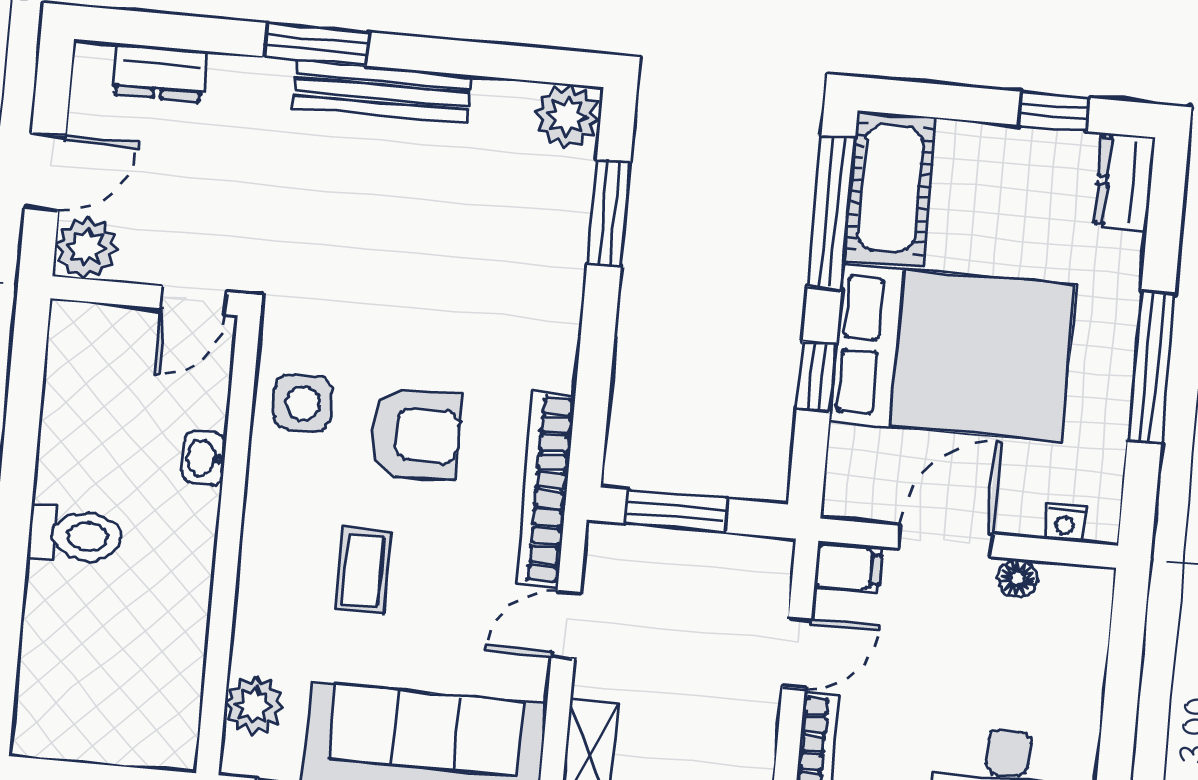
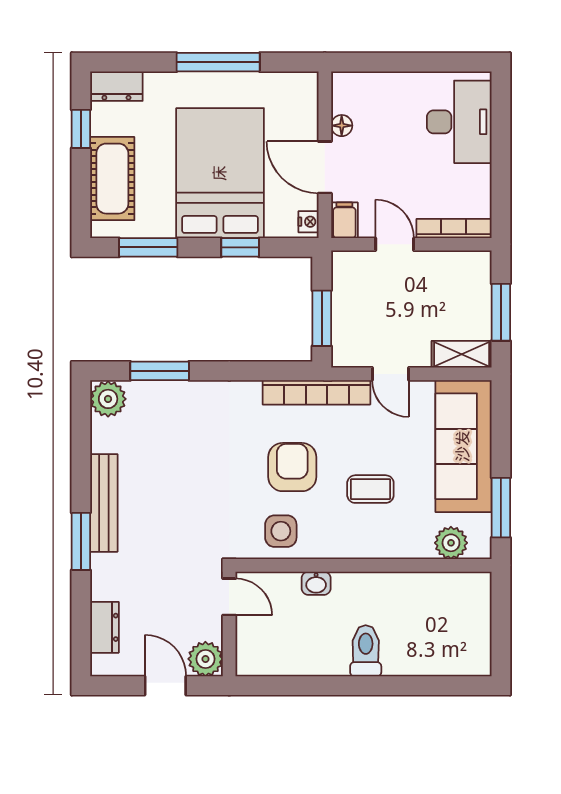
cot: (890, 189) -> (112, 179), moved, turned 90
window: (831, 212) -> (148, 247), width x0.69
nightstand: (1065, 523) -> (309, 222), moved

